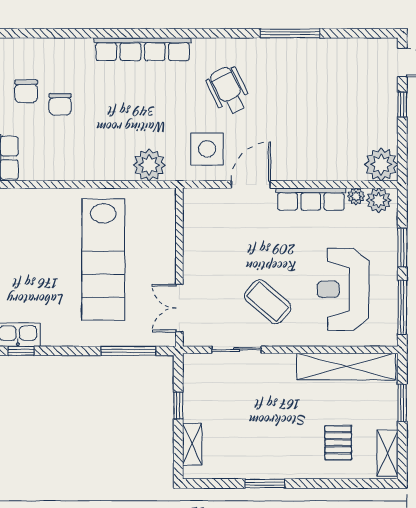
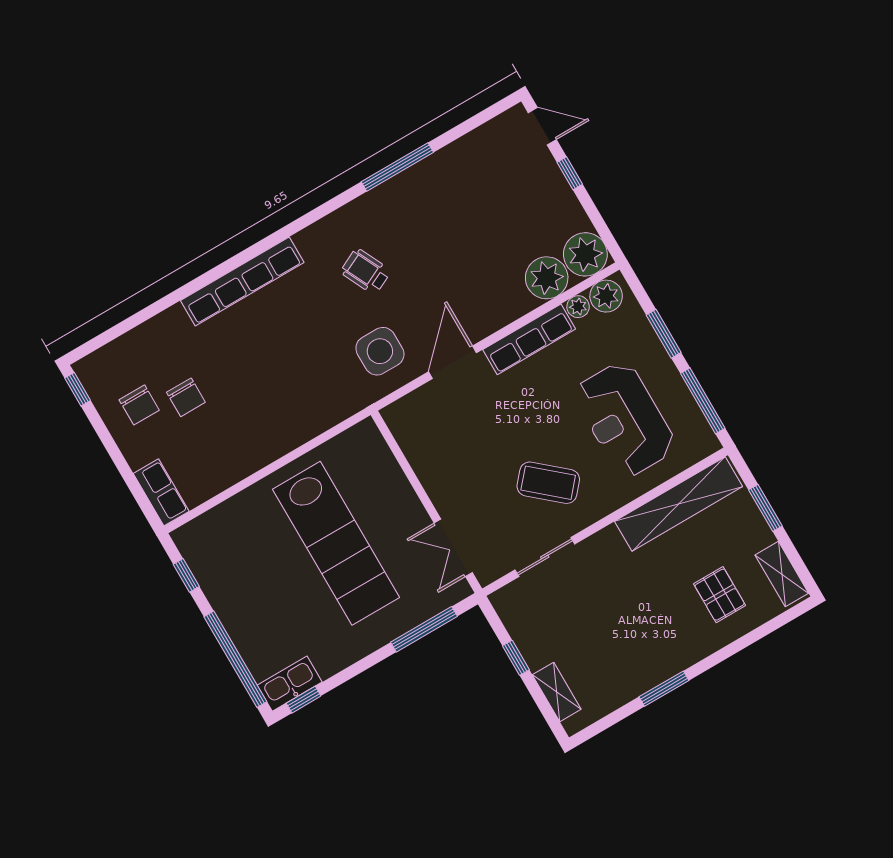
wheelchair: (228, 90) -> (366, 271), width x0.73, depth x0.73
plant: (149, 165) -> (547, 278), moved

